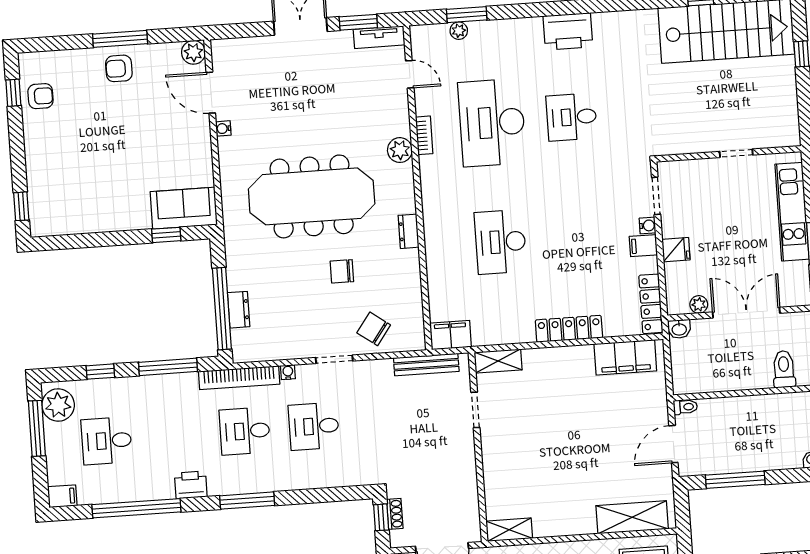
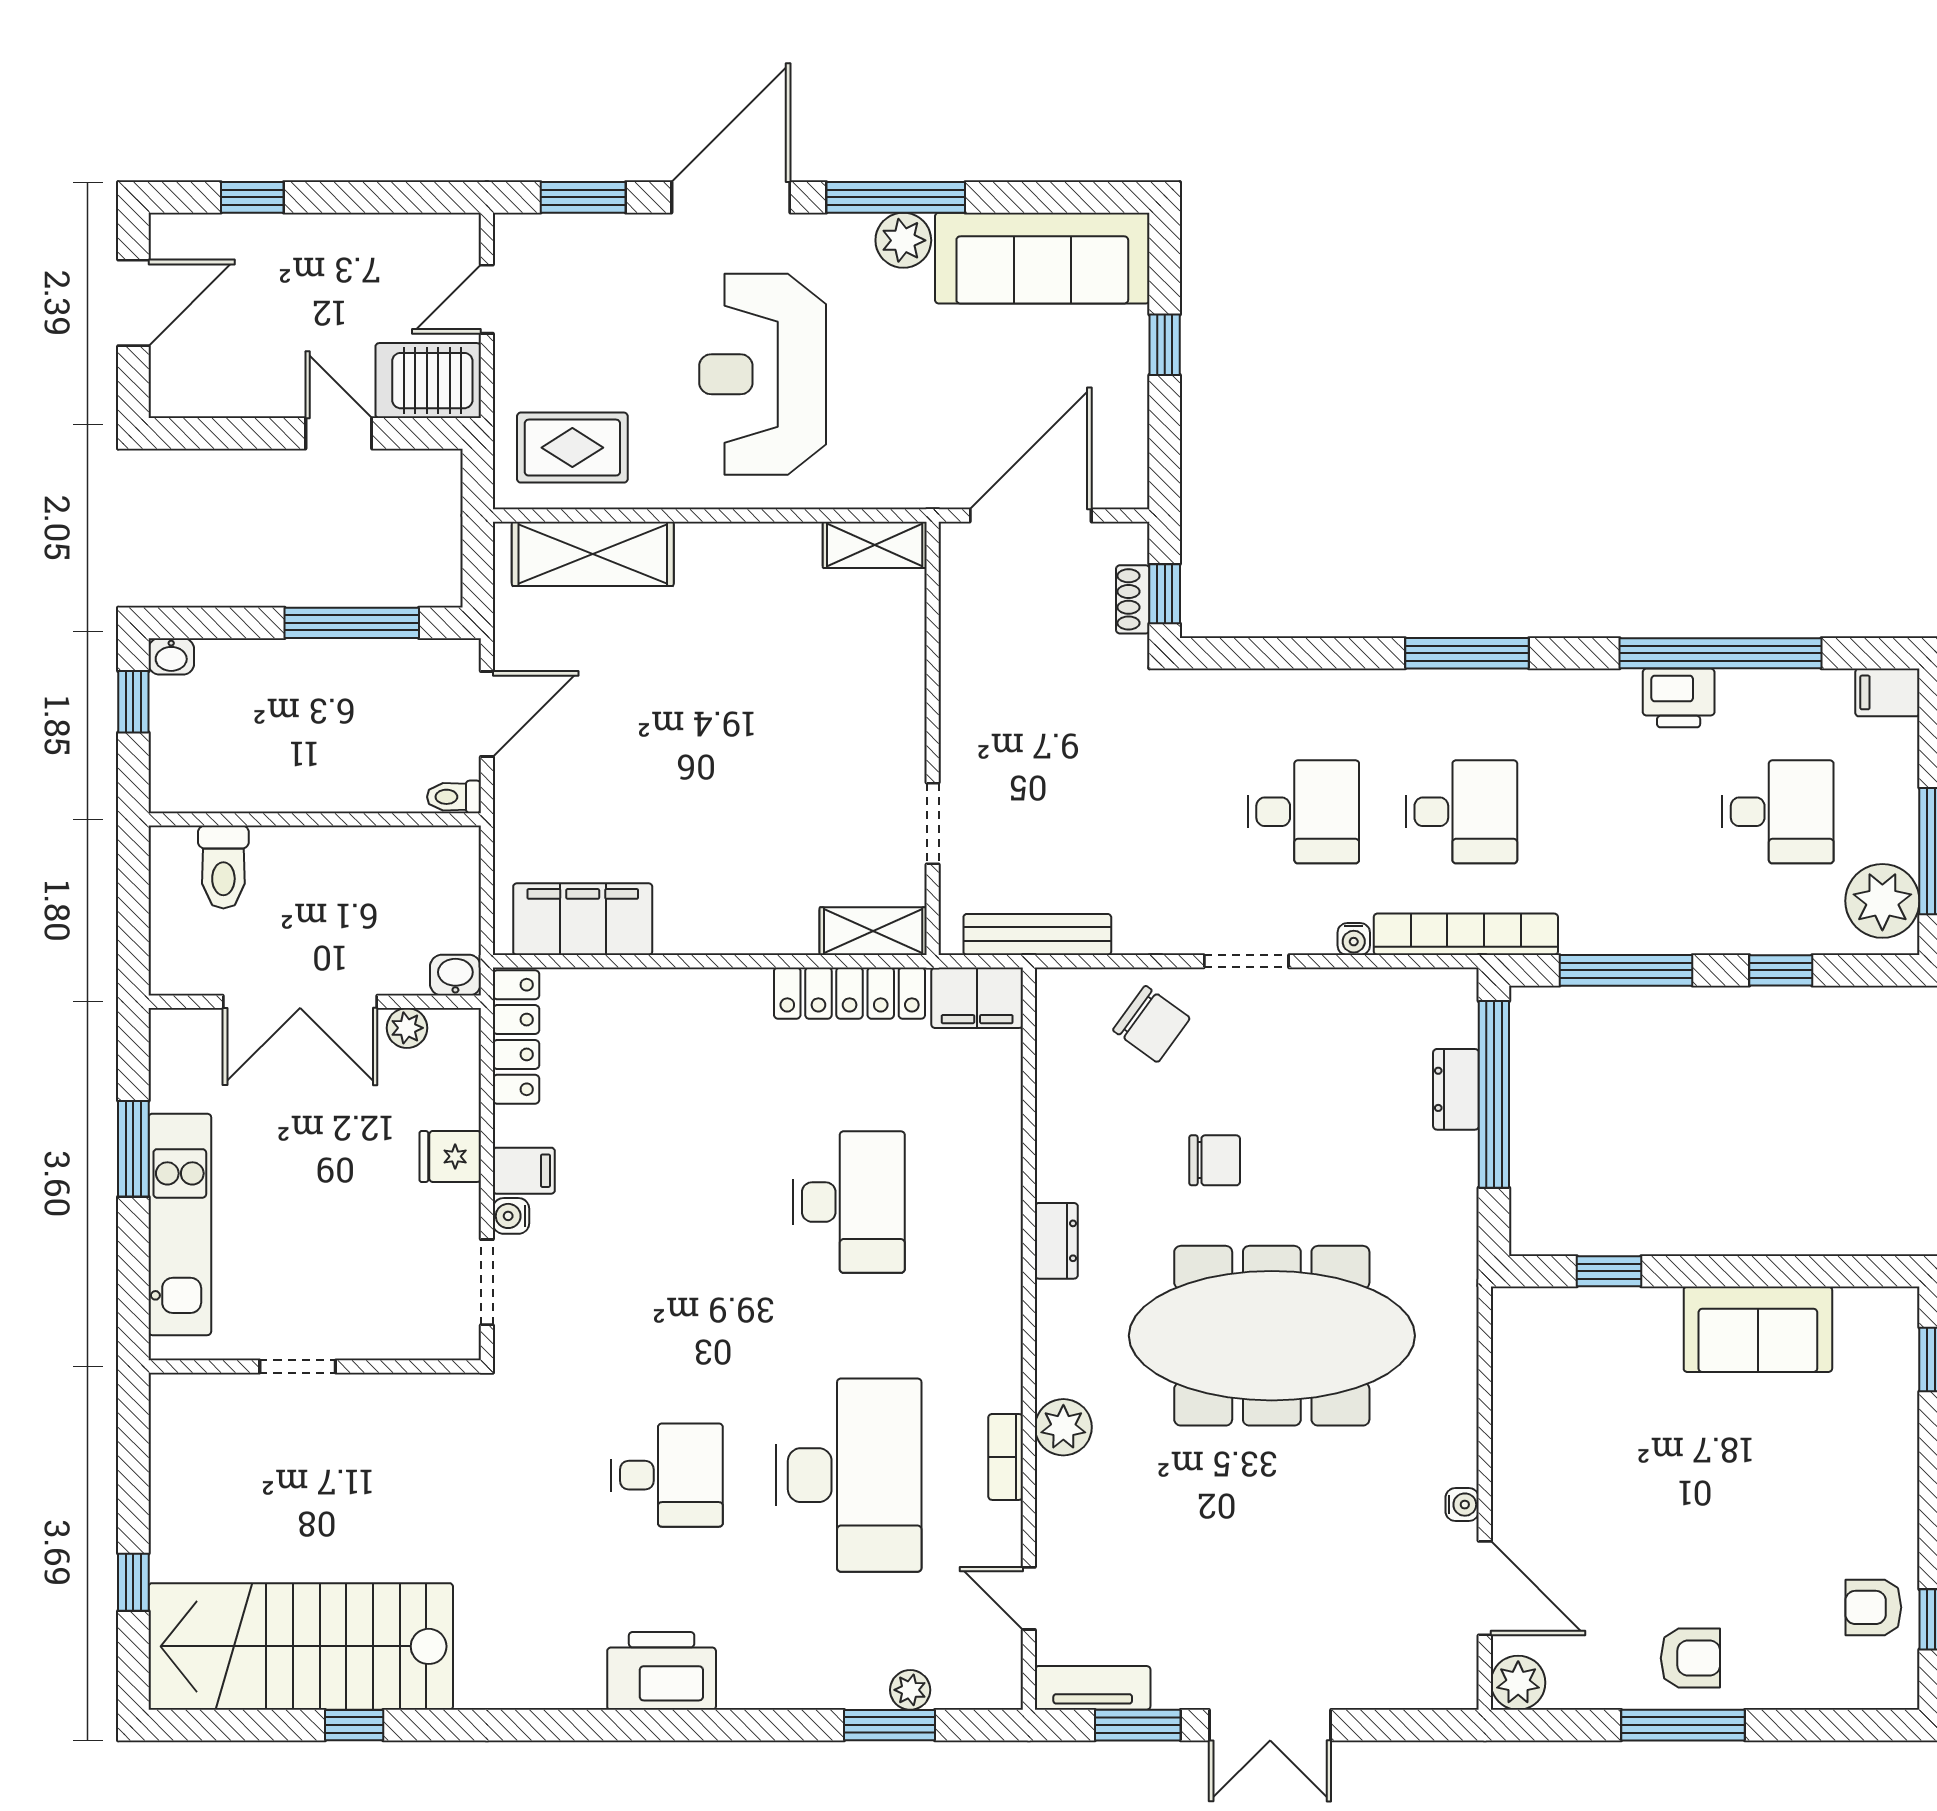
sofa: (184, 208) -> (1758, 1329), moved
locker: (569, 329) -> (850, 993), moved
printer: (191, 485) -> (1679, 698), moved

